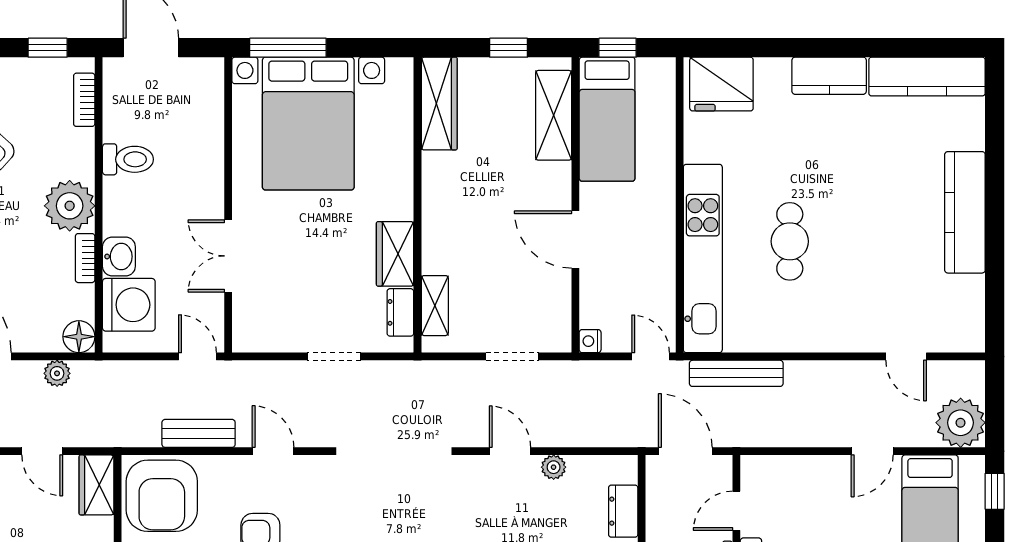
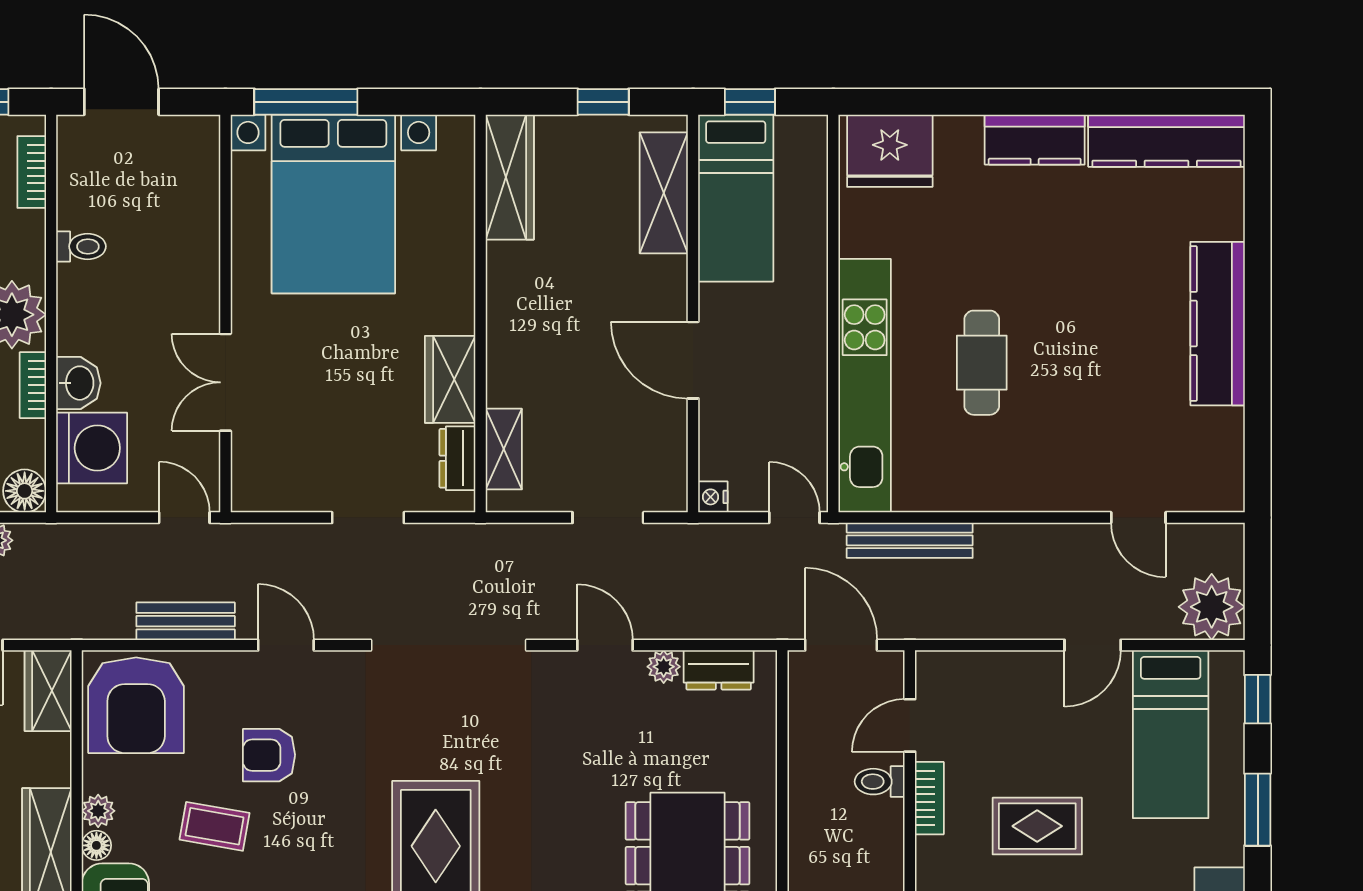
toilet: (128, 159) -> (81, 246), width x0.73, depth x0.72
dresser: (623, 511) -> (719, 670), moved, turned -90

